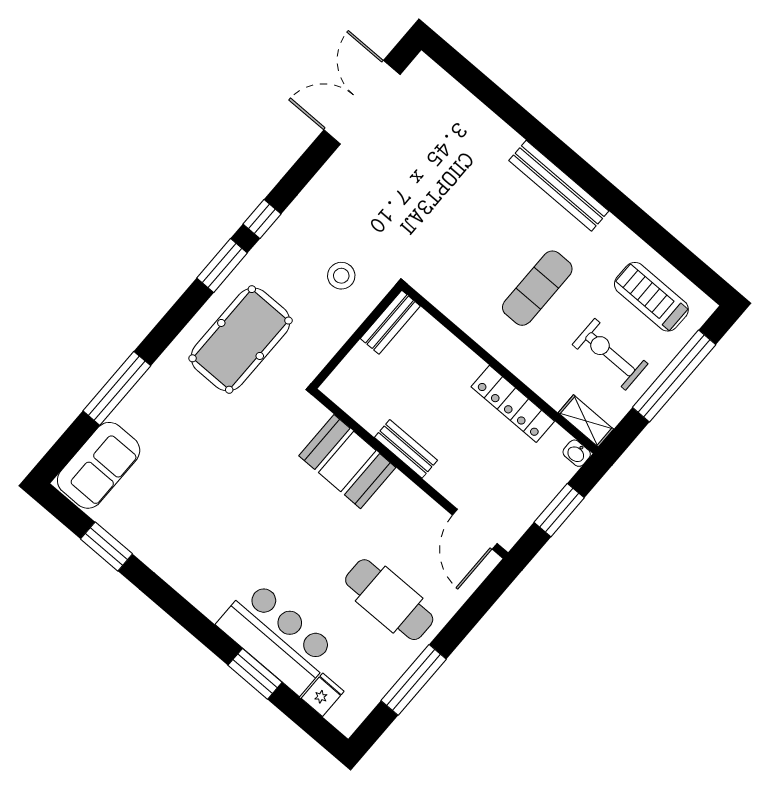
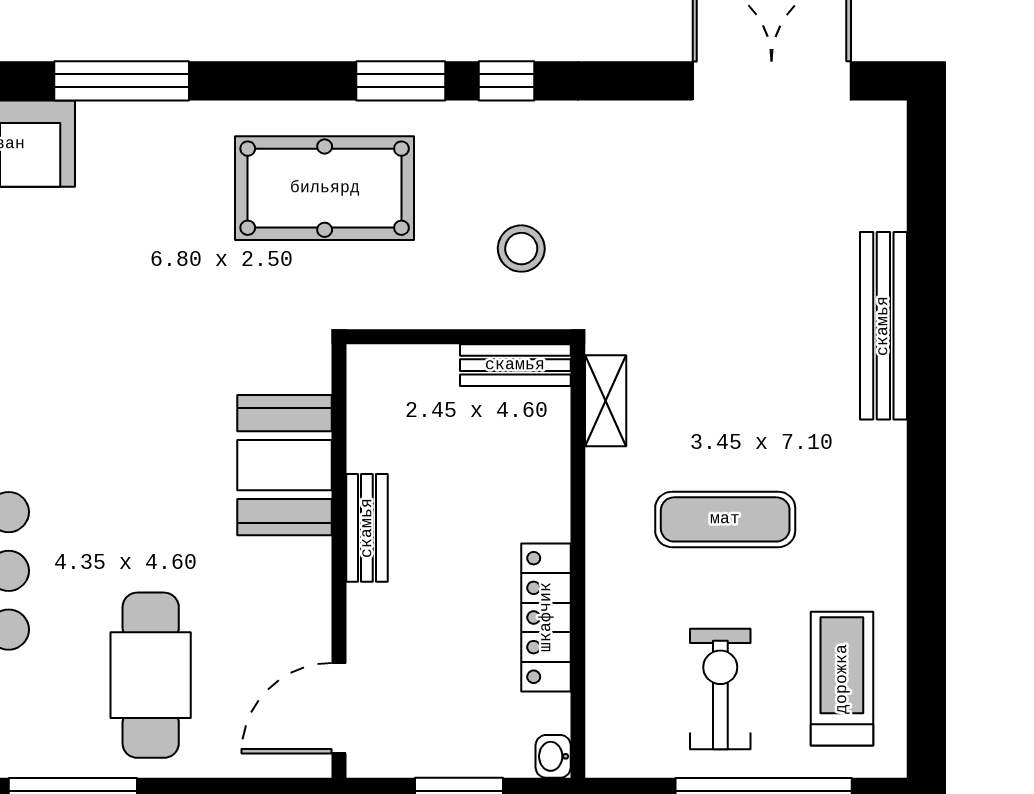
bench: (559, 186) -> (883, 326), moved
shelving: (586, 421) -> (606, 401), moved

